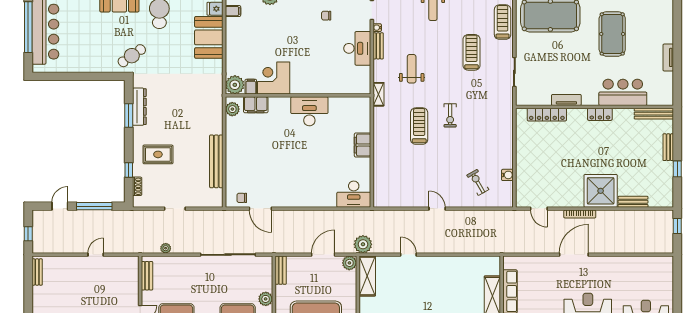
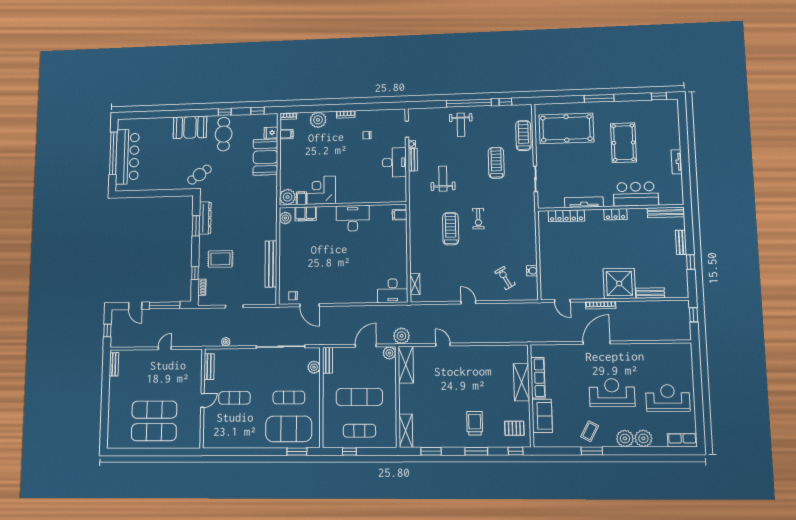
shelving: (378, 94) -> (415, 284), moved
tv unit: (566, 100) -> (584, 202), width x1.41
filing cabinet: (363, 145) -> (400, 215), moved, width x0.50
door: (60, 206) -> (135, 306), swing flipped
plant: (266, 299) -> (314, 367), moved

